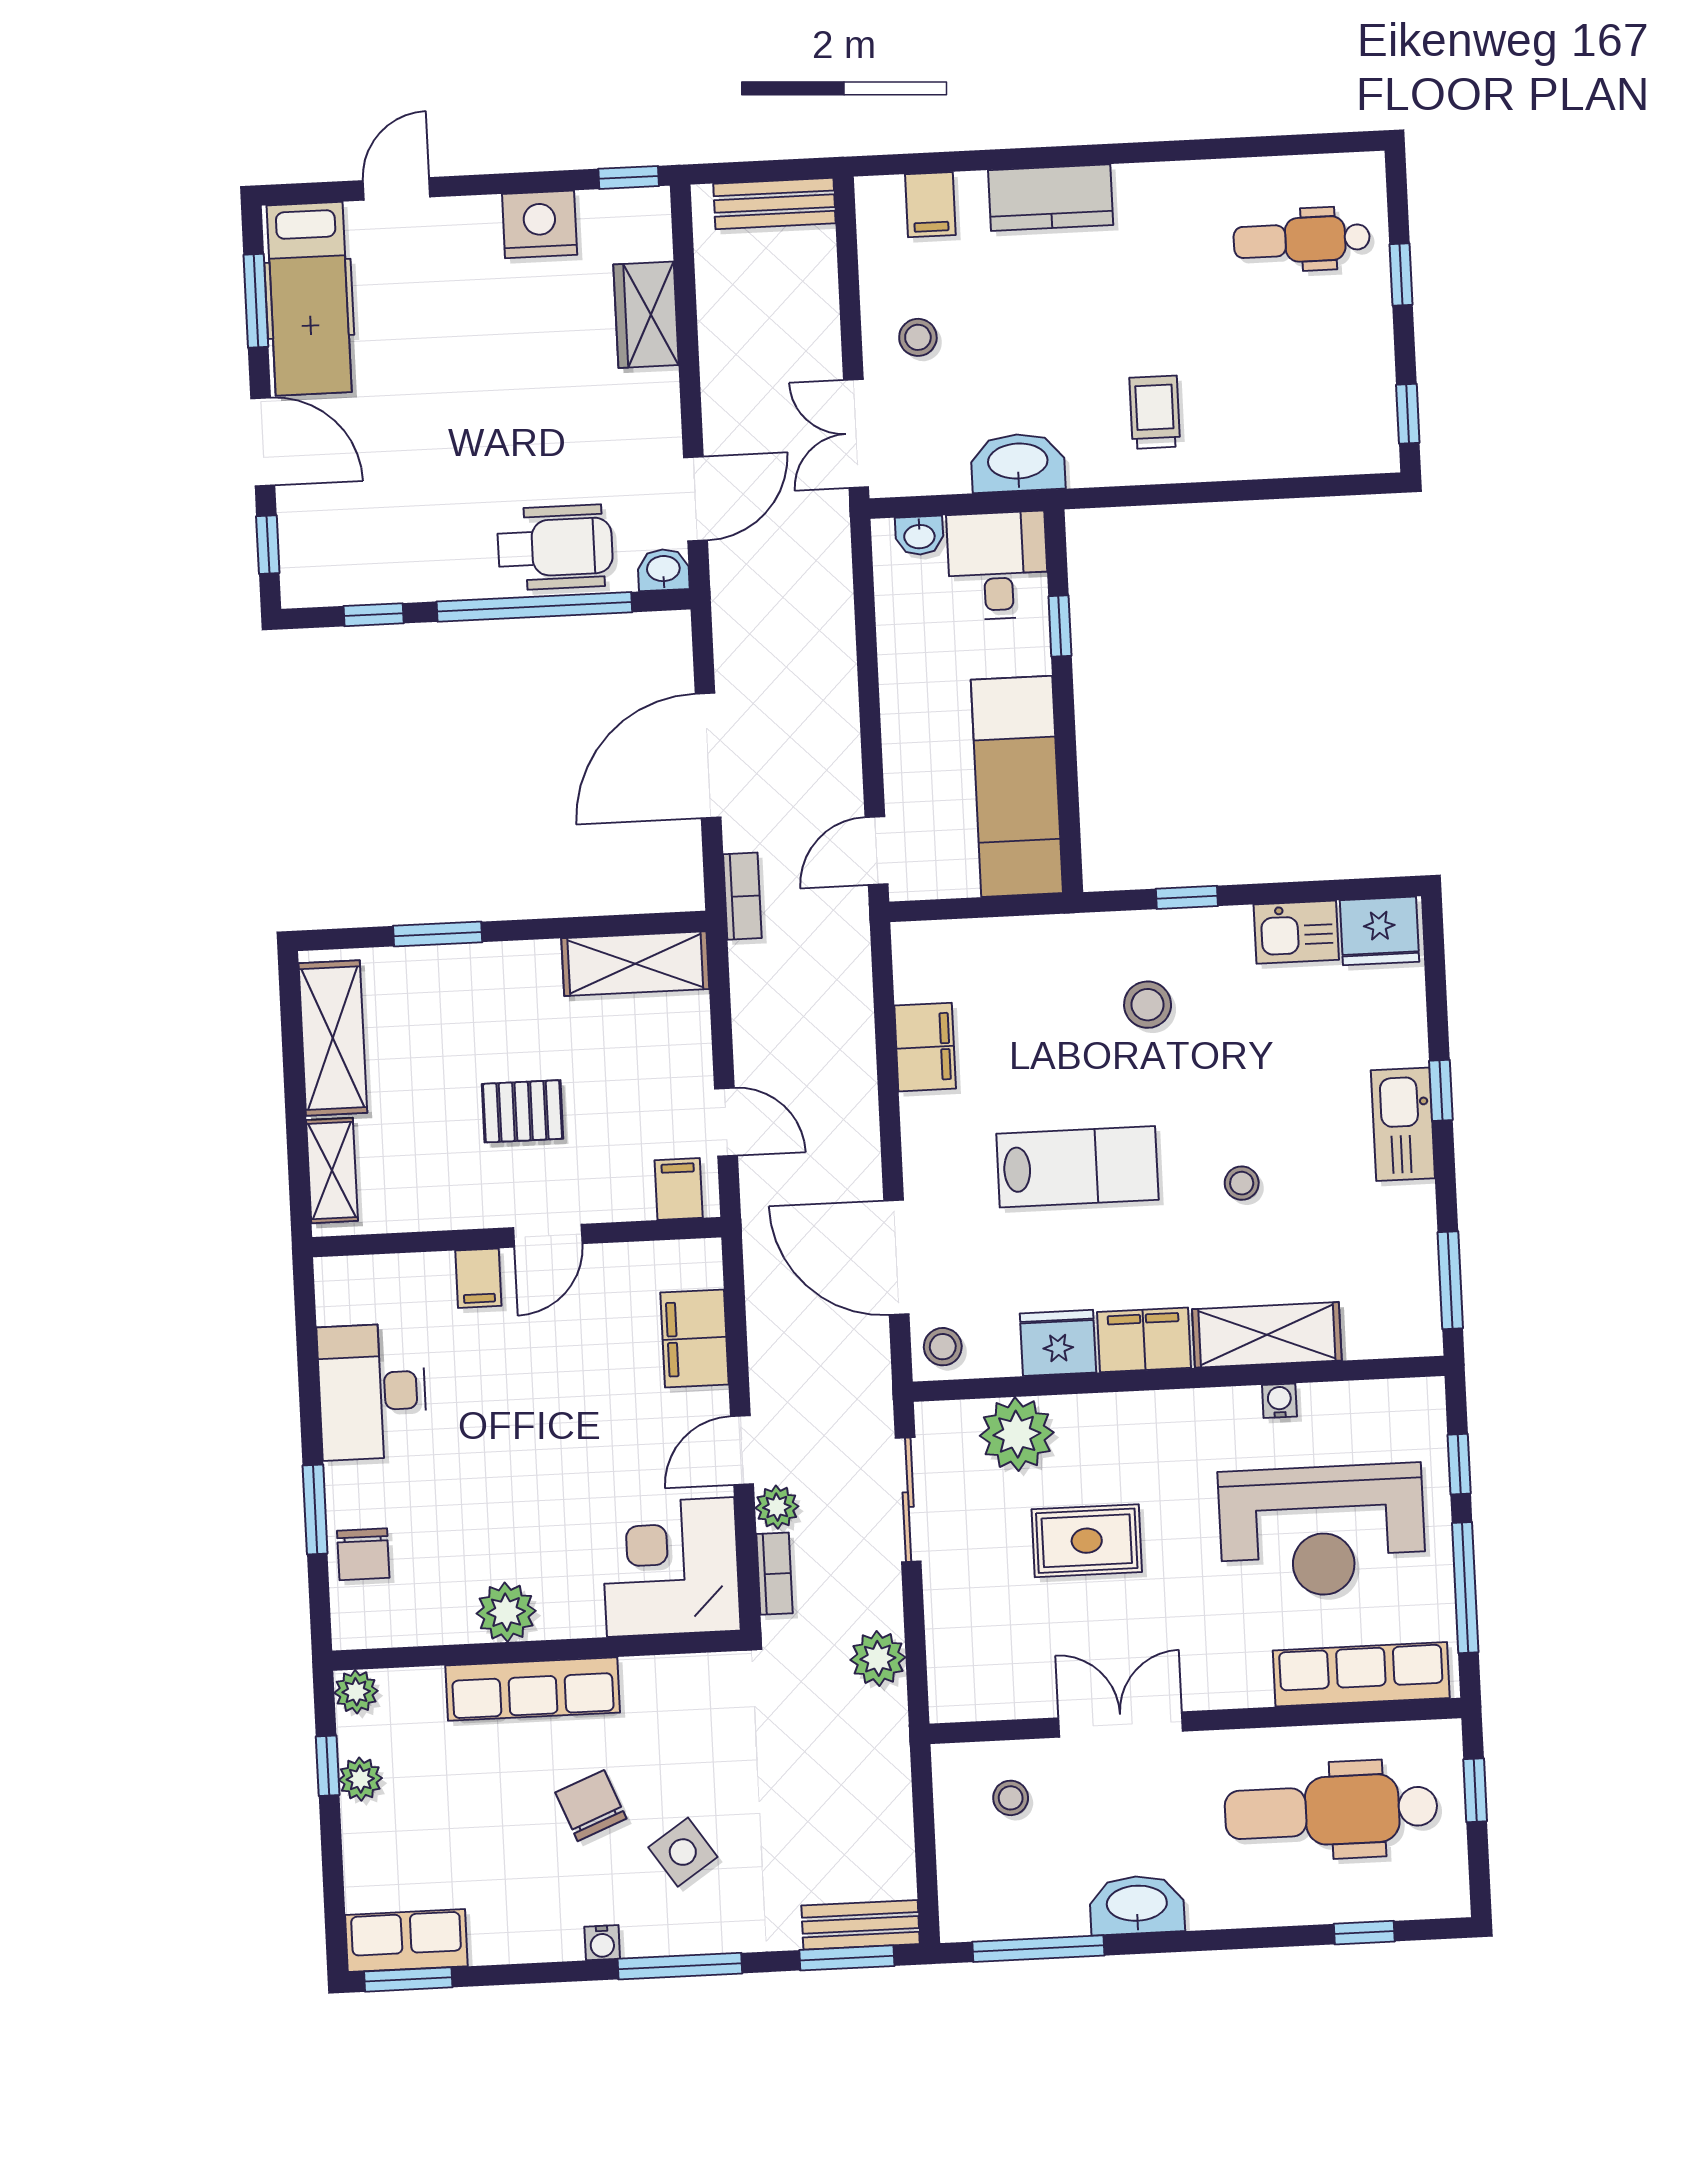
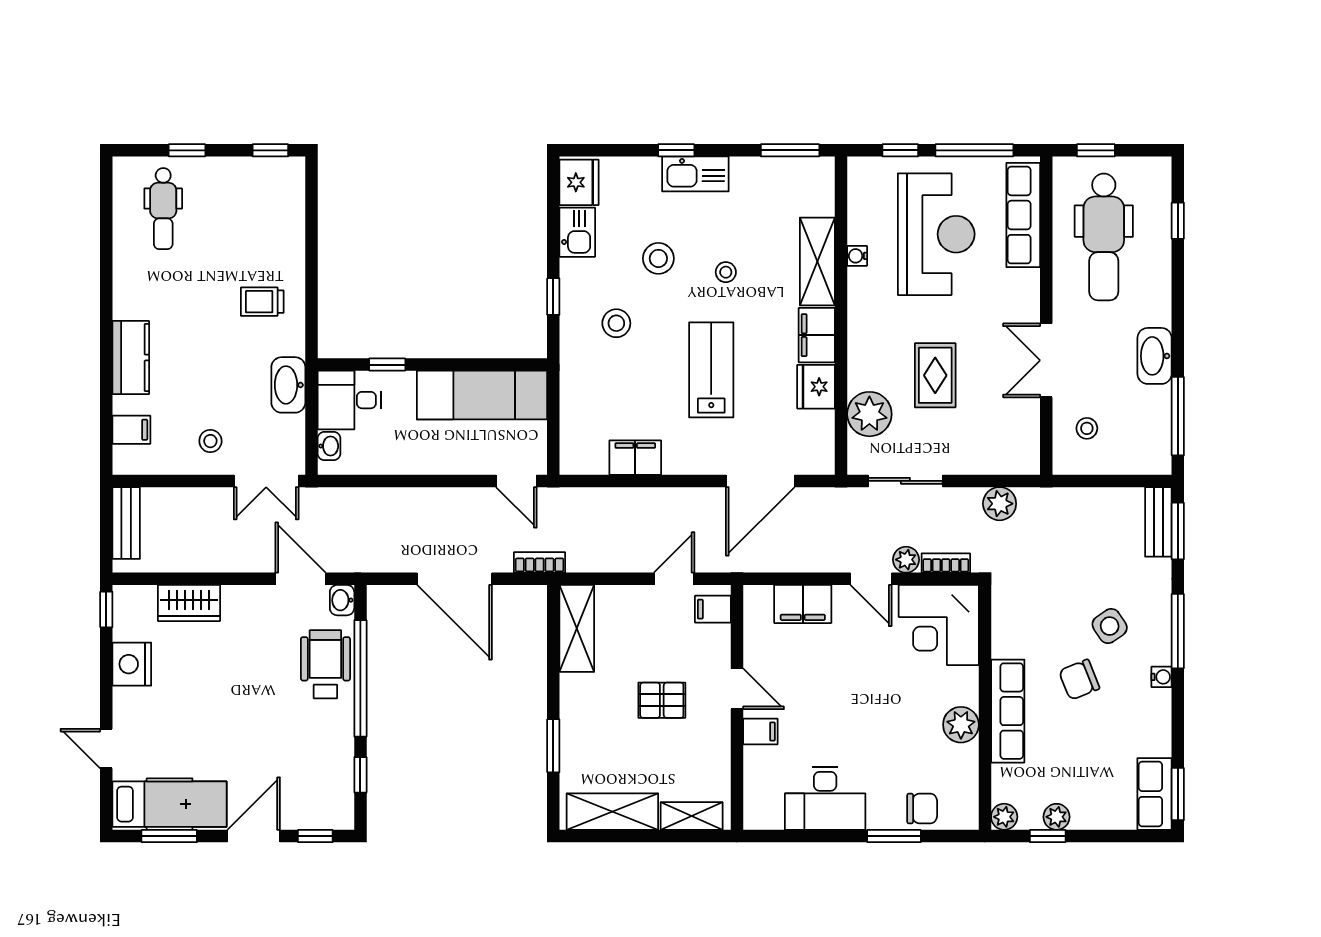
pallet: (523, 1111) -> (662, 700), turned 90
stool: (943, 1347) -> (658, 258), moved, width x1.37, depth x1.37

